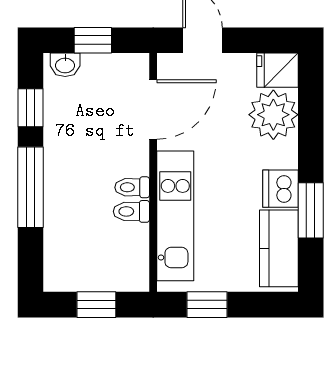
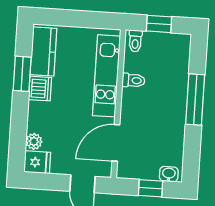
window: (30, 108) -> (192, 149), removed
plant: (273, 115) -> (34, 141), width x0.53, depth x0.53
toilet: (132, 187) -> (135, 41), moved, turned 90
window: (207, 305) -> (90, 19), removed

